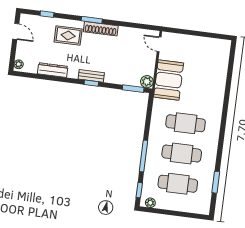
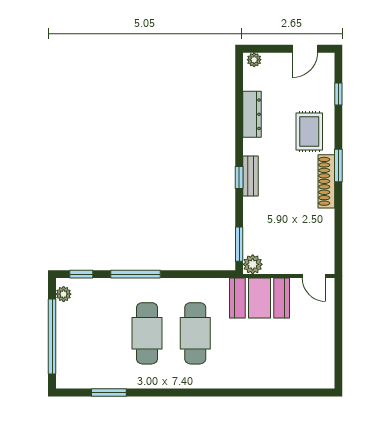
door: (159, 44) -> (314, 276), swing flipped
cafe table: (178, 184) -> (99, 333), removed
window: (176, 213) -> (52, 336), added

